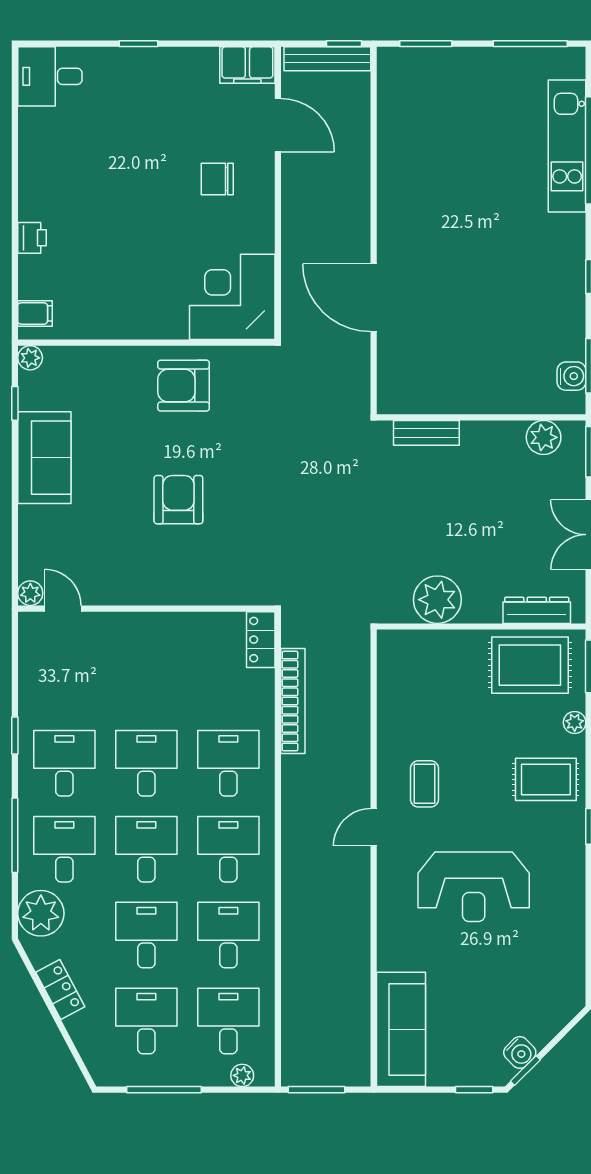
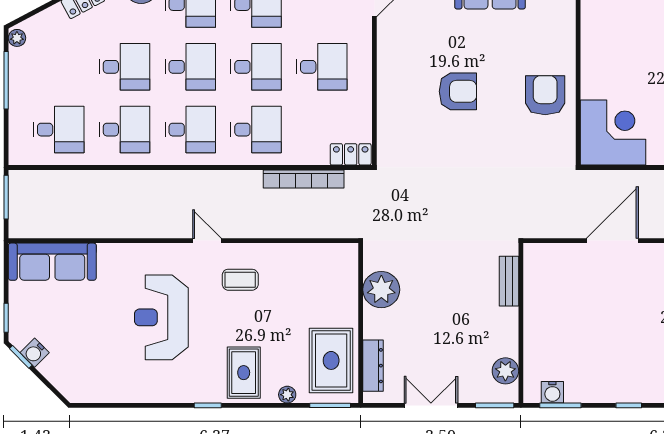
desk: (146, 1021) -> (322, 67), moved
plant: (242, 1075) -> (17, 38), moved

